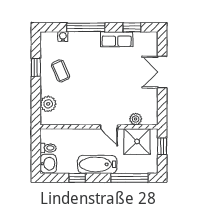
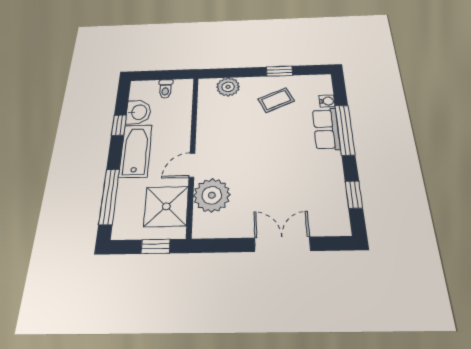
row of seats: (117, 39) -> (326, 129), moved
plant: (136, 119) -> (212, 195), width x1.87, depth x1.87
washbasin: (48, 164) -> (138, 112), moved, turned -90

